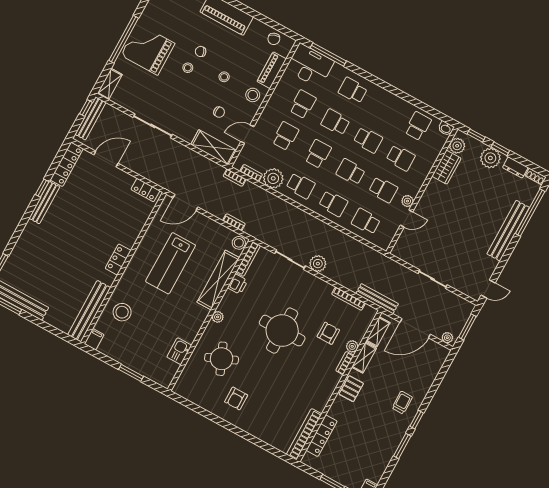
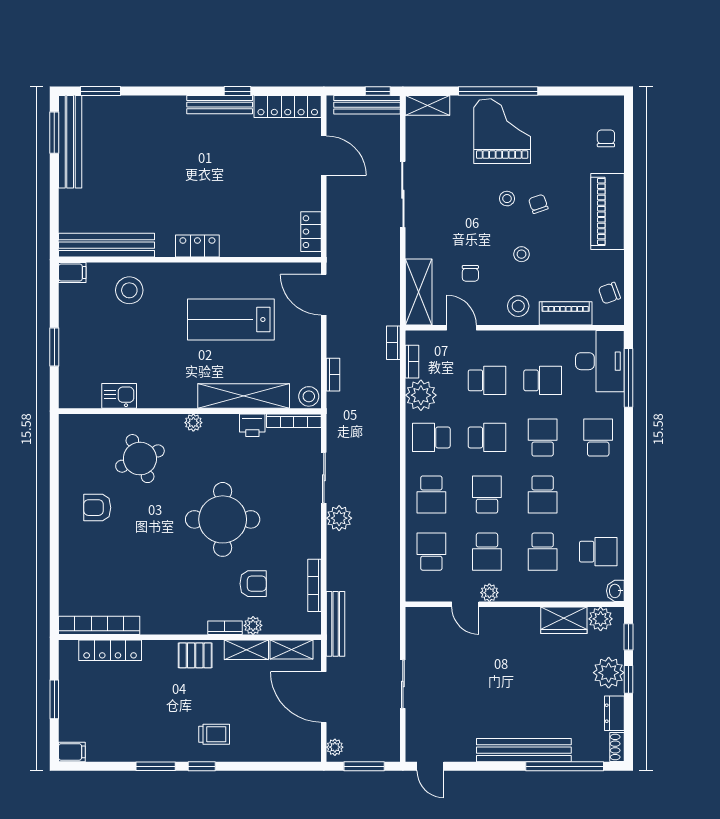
school desk: (301, 186) -> (431, 437), turned 90

